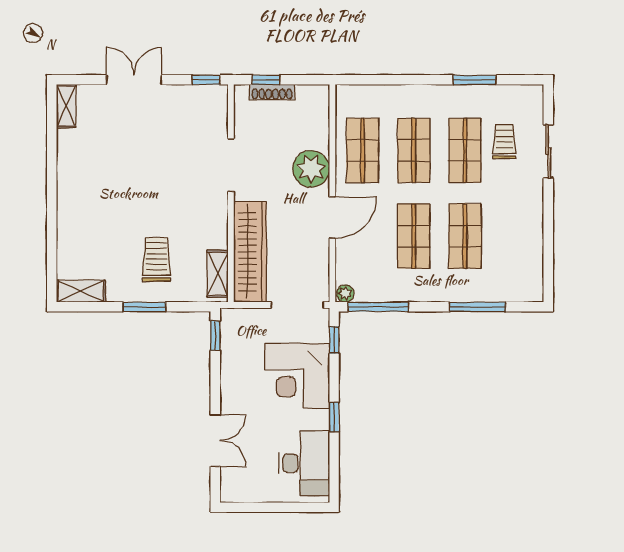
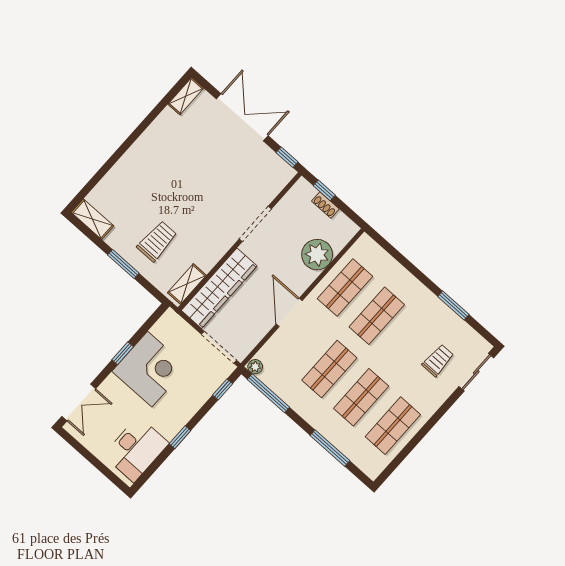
double door: (134, 80) -> (242, 117), width x1.37
shoe rack: (272, 92) -> (325, 205), width x0.70
shop shelf: (465, 150) -> (393, 426), moved
sliding door: (548, 151) -> (476, 372), moved
plant: (311, 169) -> (317, 255), moved
door: (332, 217) -> (289, 312), swing flipped
window: (215, 336) -> (123, 353), moved
corner desk: (297, 376) -> (150, 369), moved, turned 180
double door: (215, 440) -> (79, 402), moved

